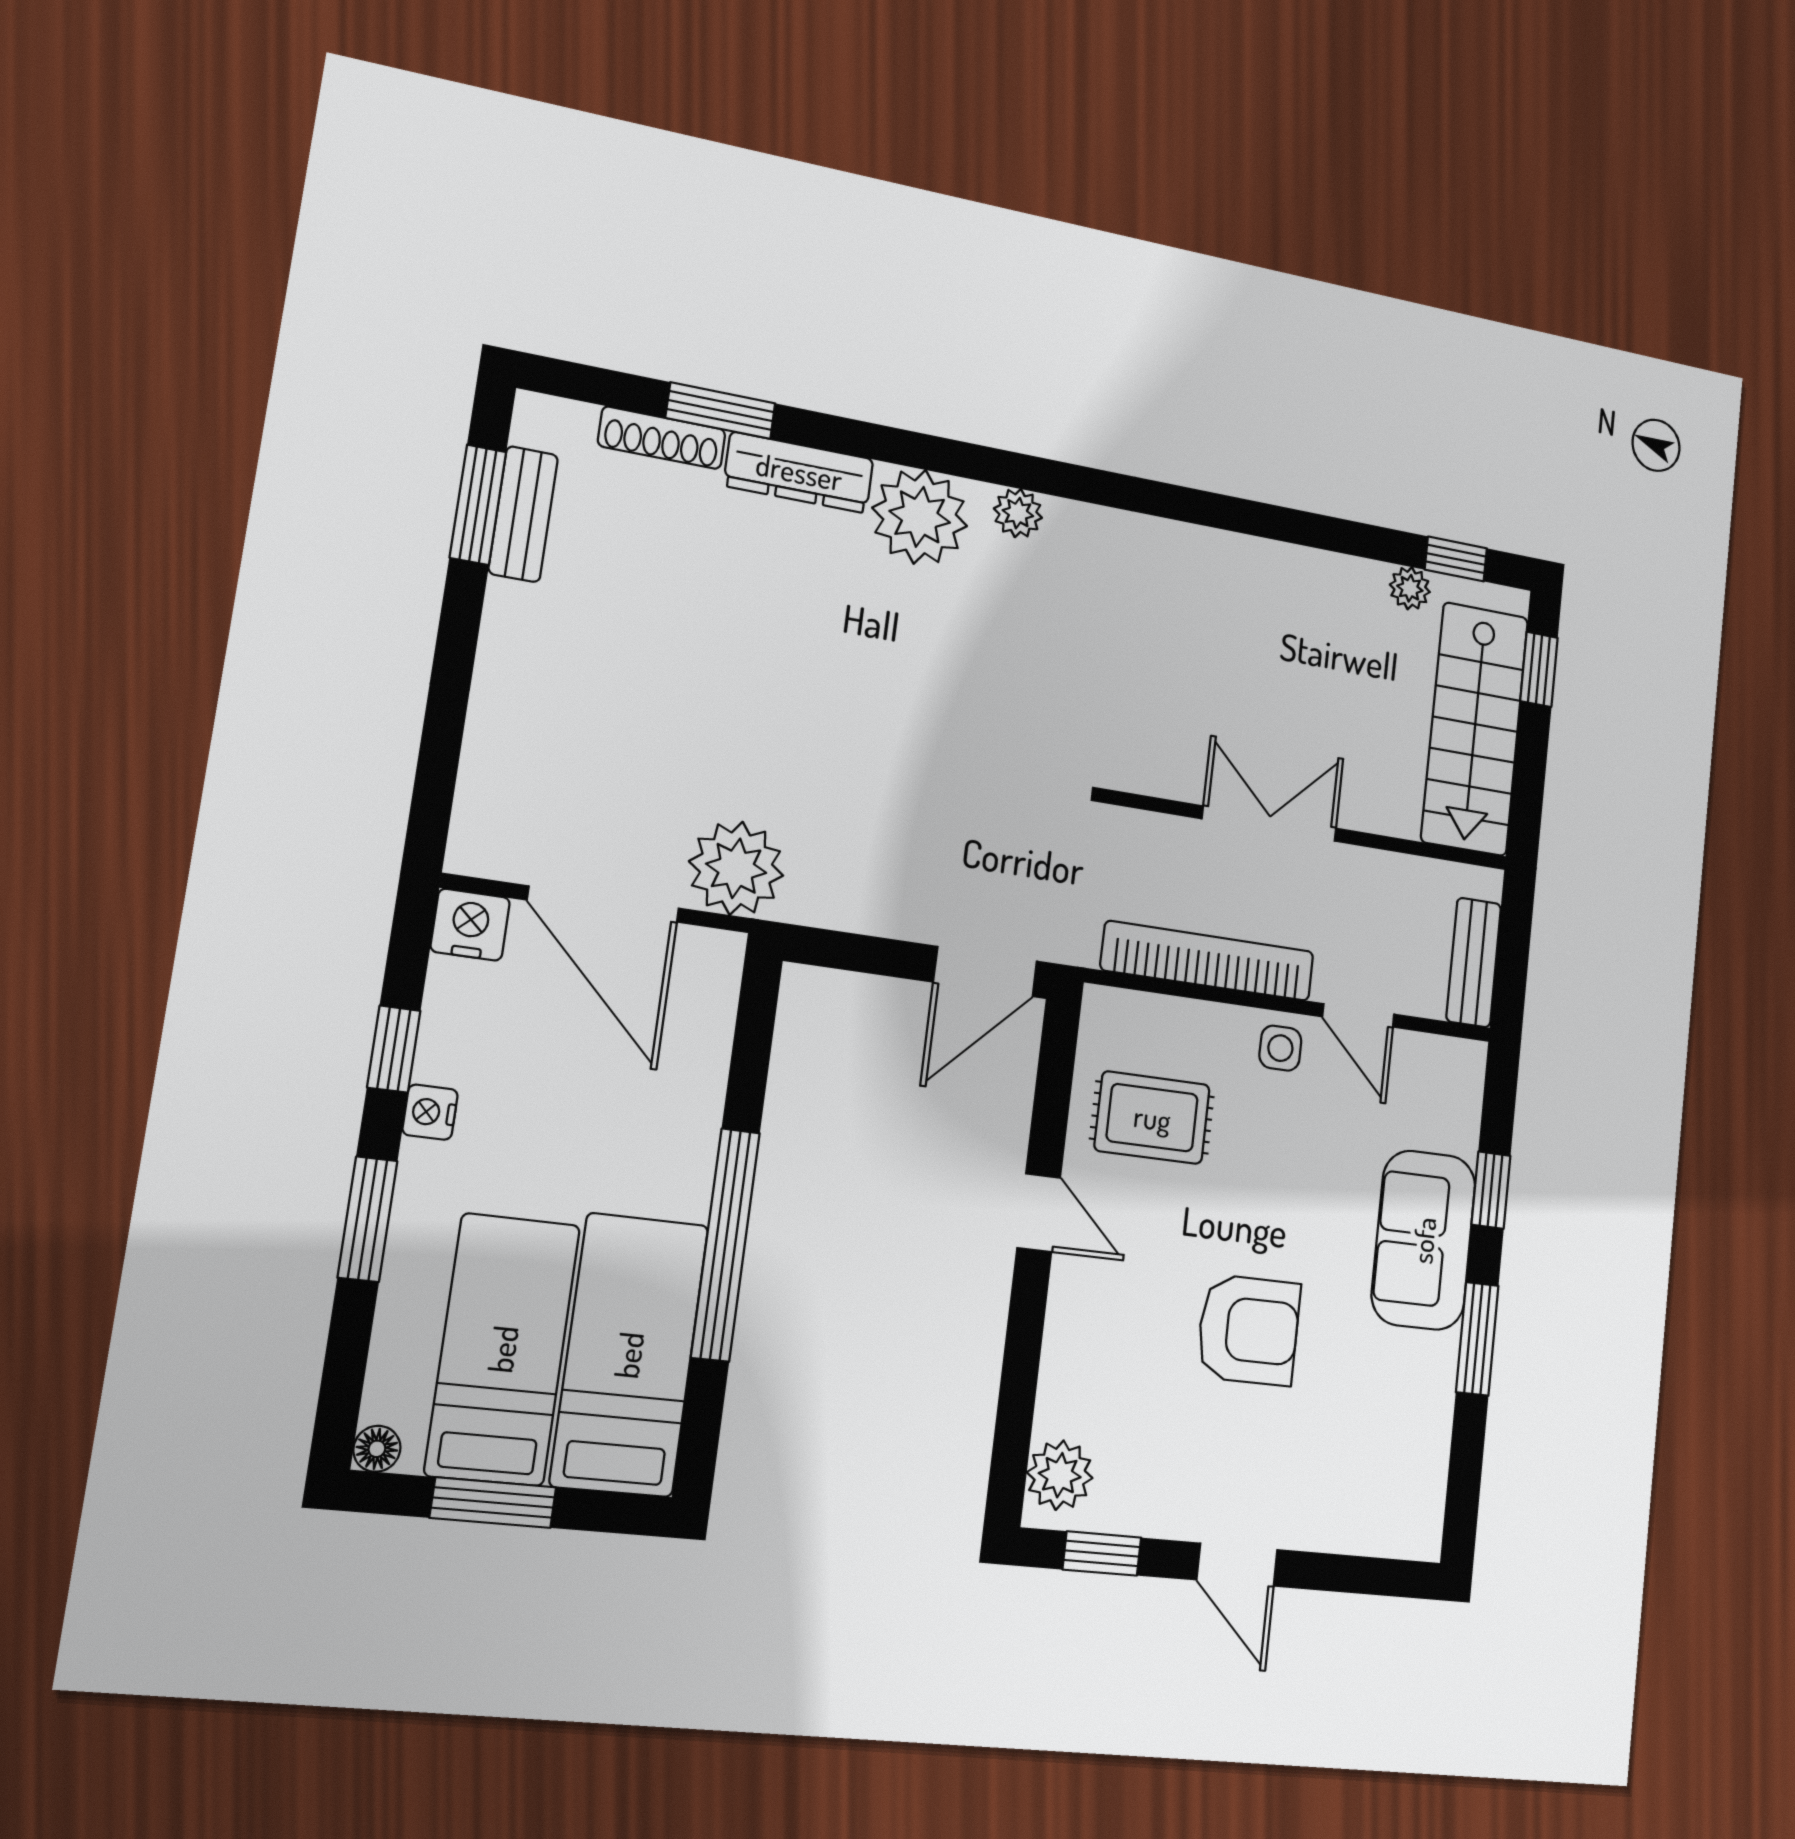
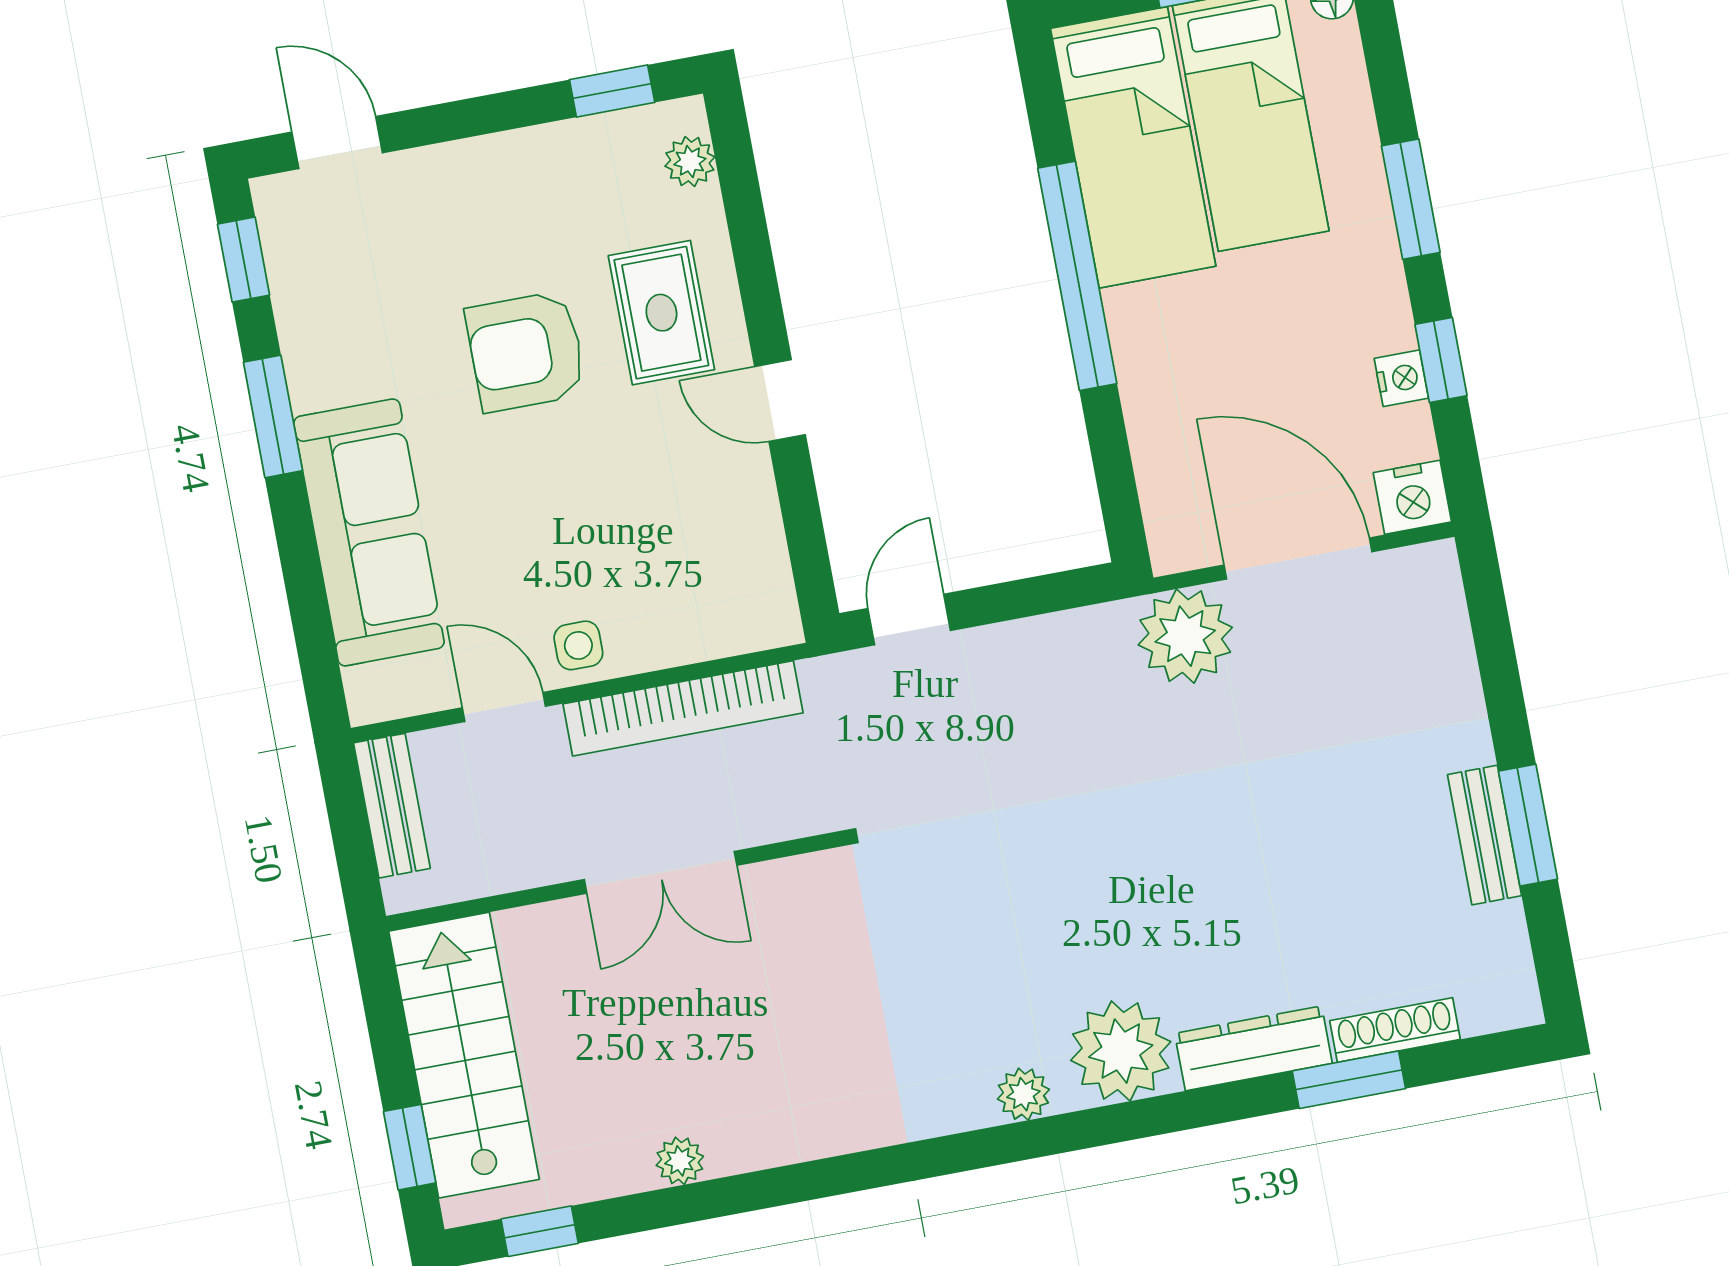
window: (478, 505) -> (1528, 825), moved
bench: (523, 514) -> (1485, 835), moved
plant: (1410, 588) -> (680, 1161), moved
door: (985, 972) -> (909, 619), width x0.73
nightstand: (430, 1112) -> (1401, 378), moved
rug: (1152, 1118) -> (661, 313), moved, turned 90
window: (1491, 1190) -> (244, 260), moved
sofa: (1424, 1240) -> (369, 532), width x1.36
plant: (1060, 1475) -> (690, 162), width x0.73, depth x0.73
door: (1237, 1565) -> (337, 142), moved

